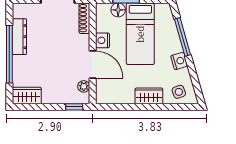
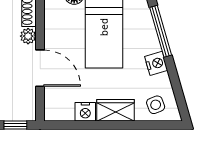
nightstand: (103, 40) -> (85, 112), moved, turned -90
plant: (84, 86) -> (28, 36), moved

